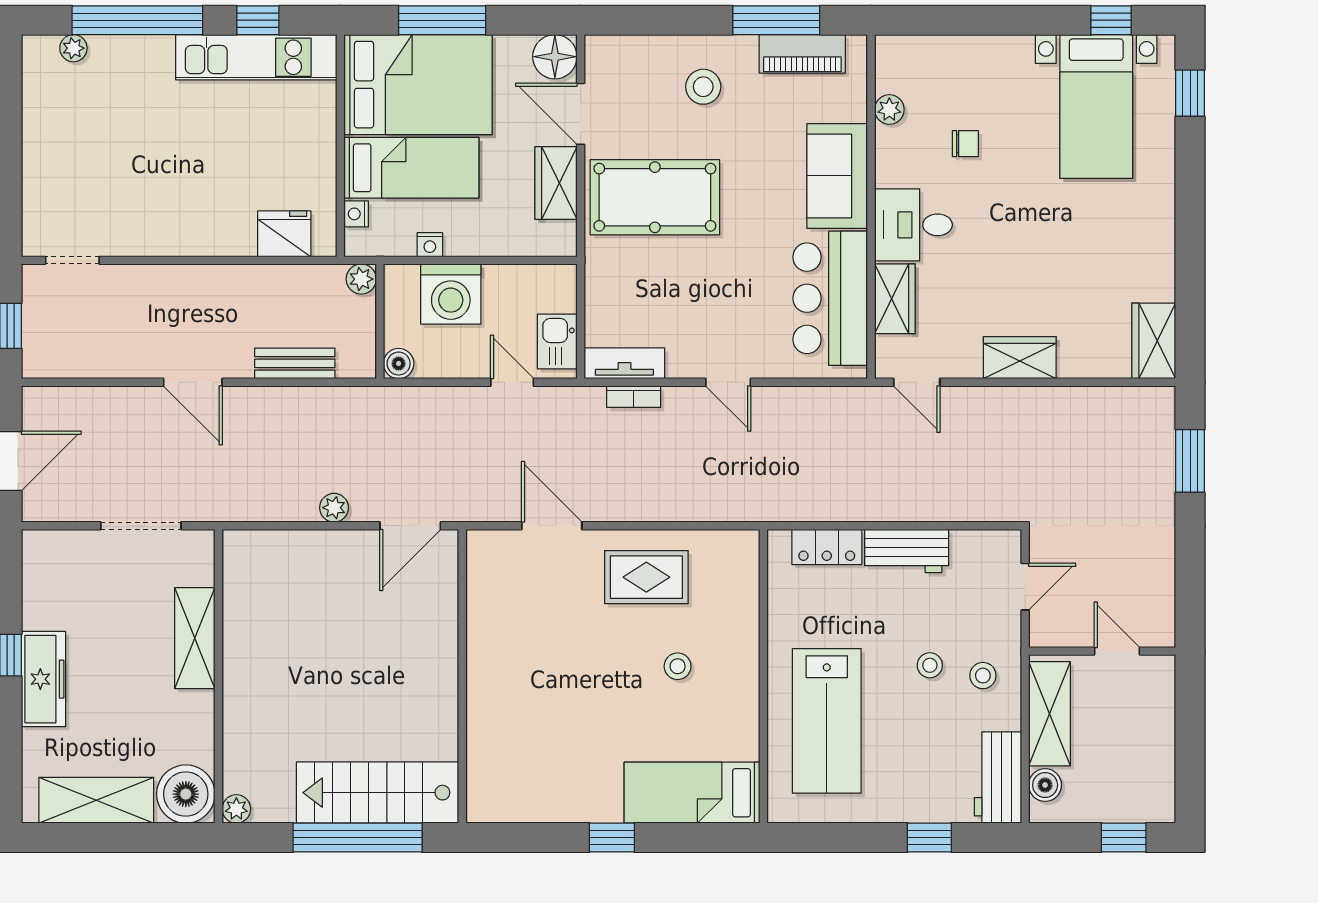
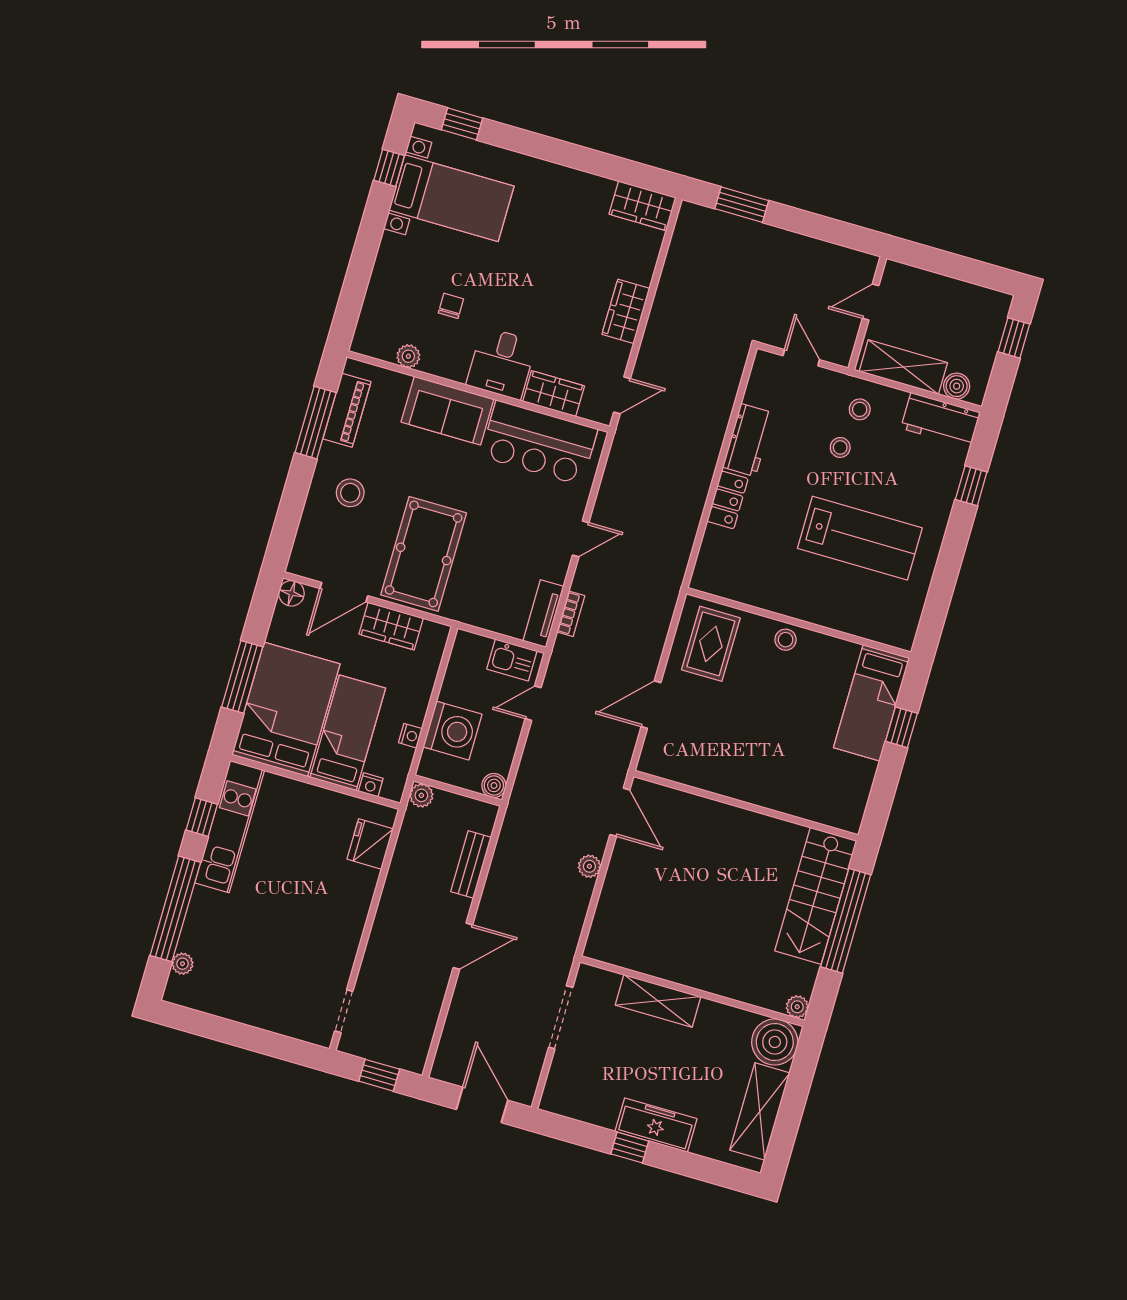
floor lamp: (555, 57) -> (291, 593), width x0.73, depth x0.73
wall: (763, 676) -> (799, 623), moved
bed: (692, 793) -> (872, 703), moved

